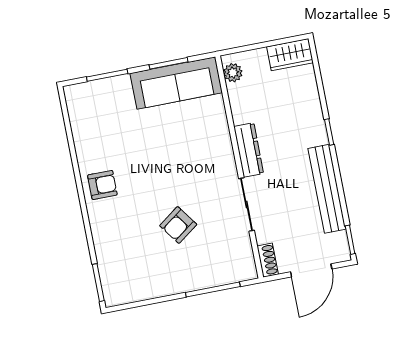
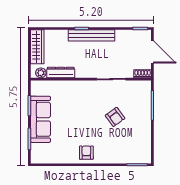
wardrobe: (290, 55) -> (37, 47), width x1.50
sofa: (176, 83) -> (40, 119), moved
dresser: (249, 150) -> (61, 72), moved
bench: (327, 189) -> (91, 35), moved

